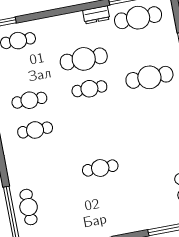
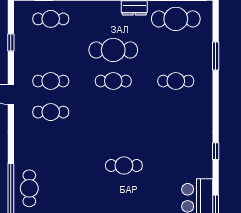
cafe table: (149, 77) -> (176, 81), width x0.73, depth x0.74
cafe table: (100, 168) -> (124, 165), moved

